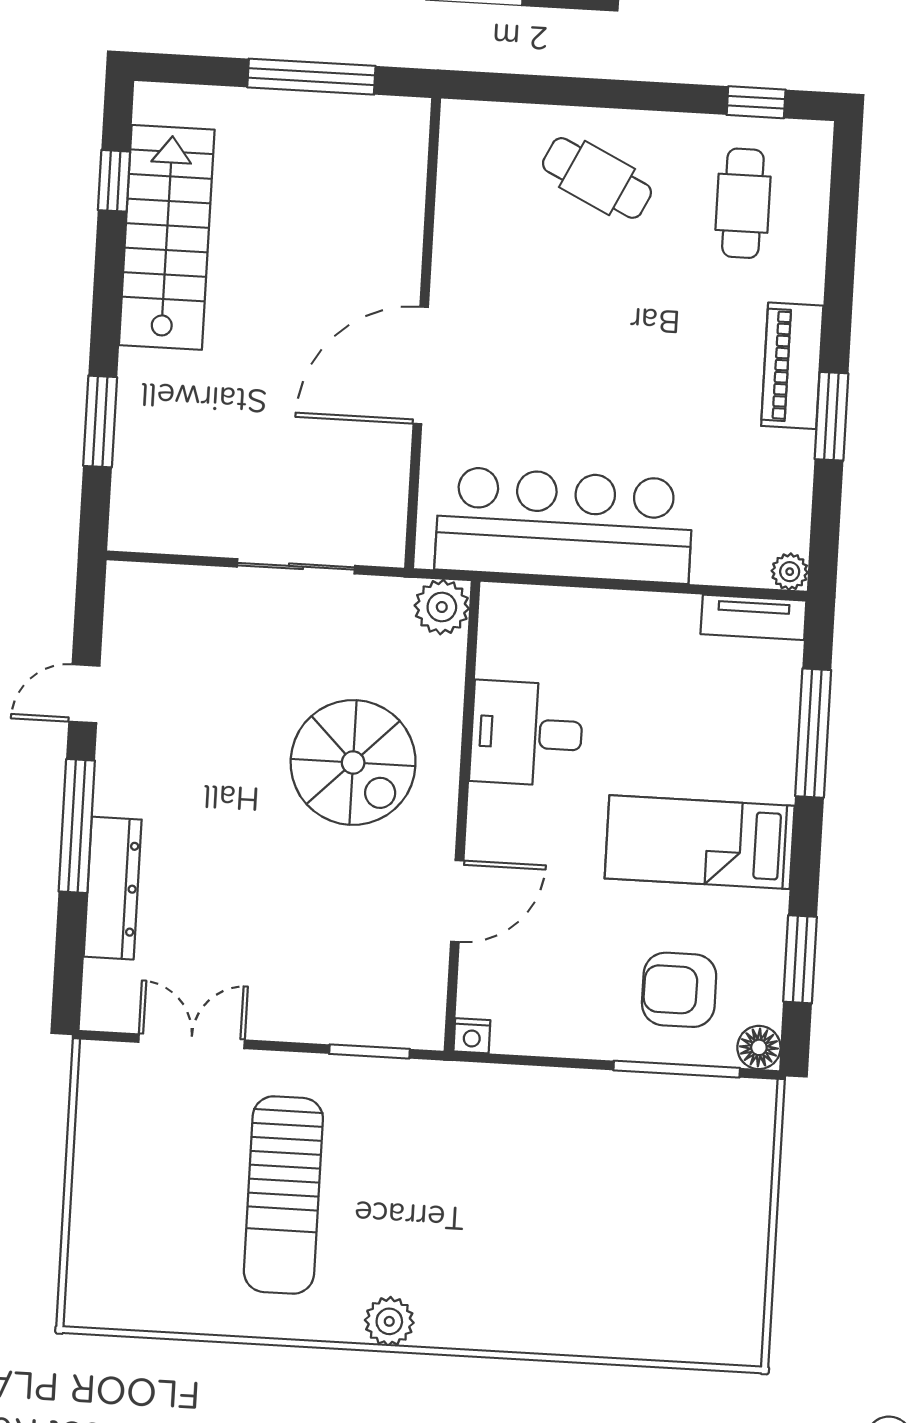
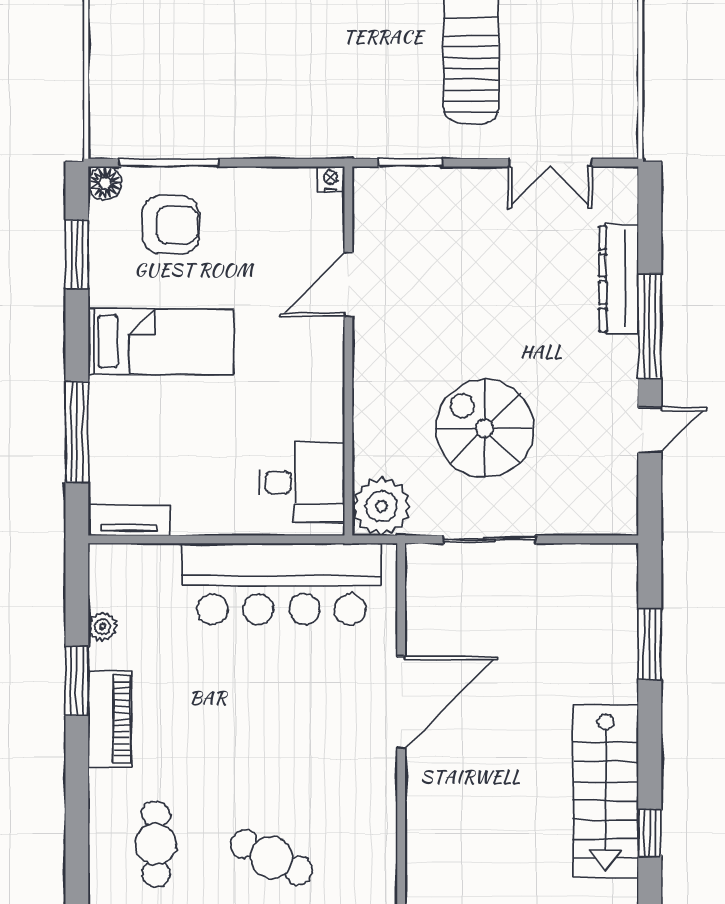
plant: (790, 572) -> (103, 627), moved
plant: (442, 607) -> (381, 506), width x1.36, depth x1.36
desk: (527, 733) -> (301, 482), moved
spiral stairs: (353, 763) -> (485, 428), moved

